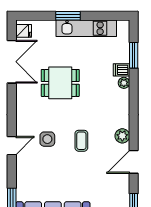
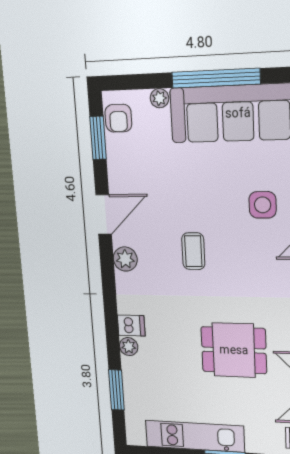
dishwasher: (121, 70) -> (131, 325), moved
side table: (47, 139) -> (263, 205), moved

